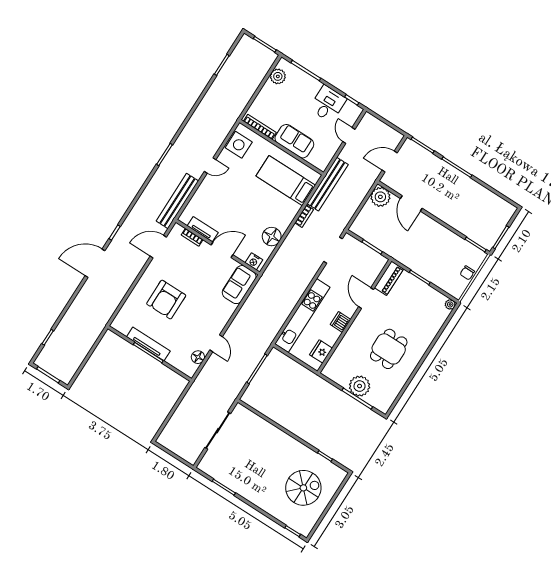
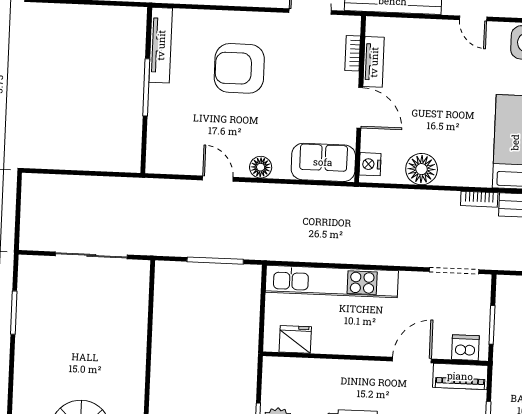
dishwasher: (341, 322) -> (465, 348), moved
door: (216, 343) -> (218, 179), swing flipped
tv unit: (148, 344) -> (161, 45), moved
floor lamp: (198, 357) -> (261, 167), moved

